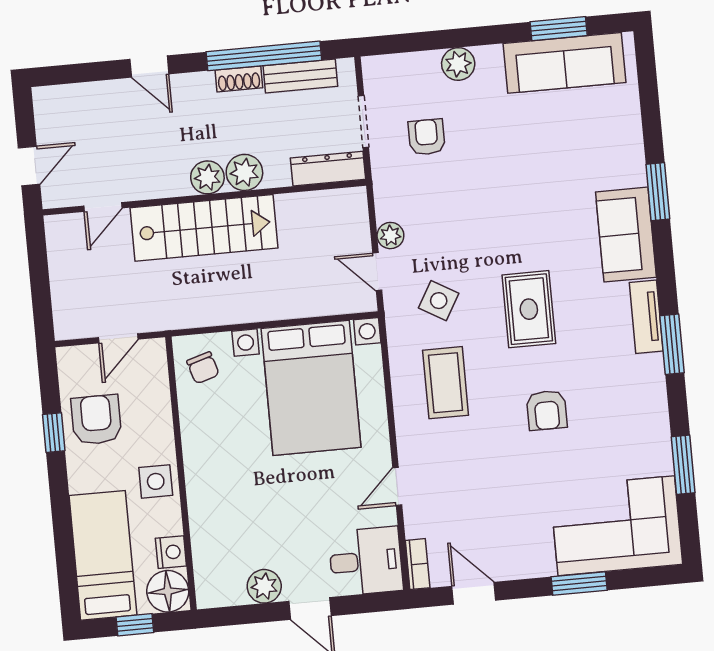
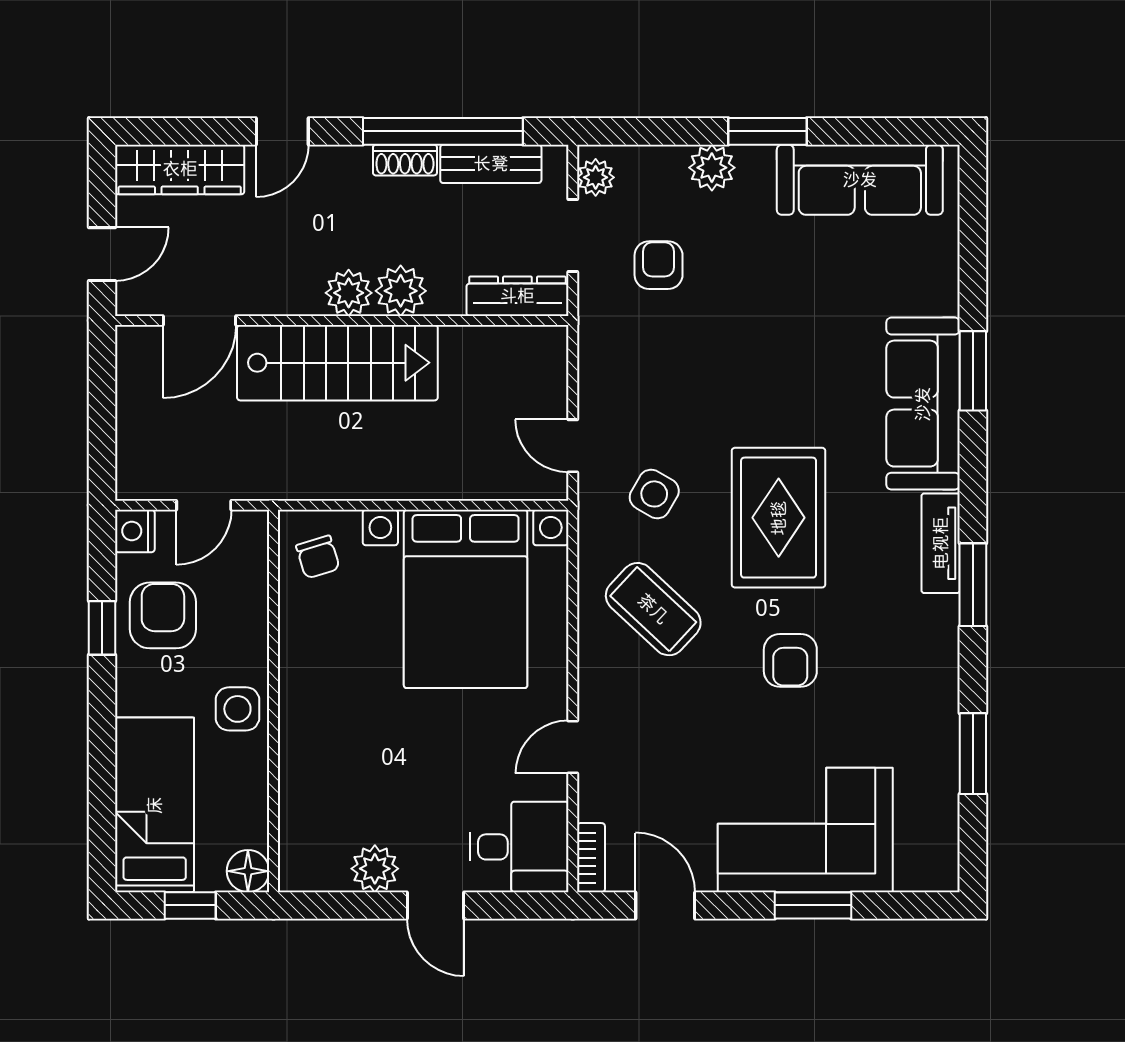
window: (559, 29) -> (767, 131), moved
door: (149, 67) -> (282, 131), hinge flipped
wardrobe: (79, 101) -> (180, 169), added
door: (103, 207) -> (199, 320), width x1.38
sofa: (626, 235) -> (923, 404), width x1.36
plant: (390, 236) -> (596, 177), moved
rug: (529, 309) -> (779, 518), width x1.36, depth x1.43
coffee table: (446, 383) -> (653, 609), turned -47
corner sofa: (616, 526) -> (805, 830), moved
nightstand: (171, 552) -> (135, 531), moved, turned 180
floor lamp: (168, 591) -> (248, 871), width x0.73, depth x0.73

